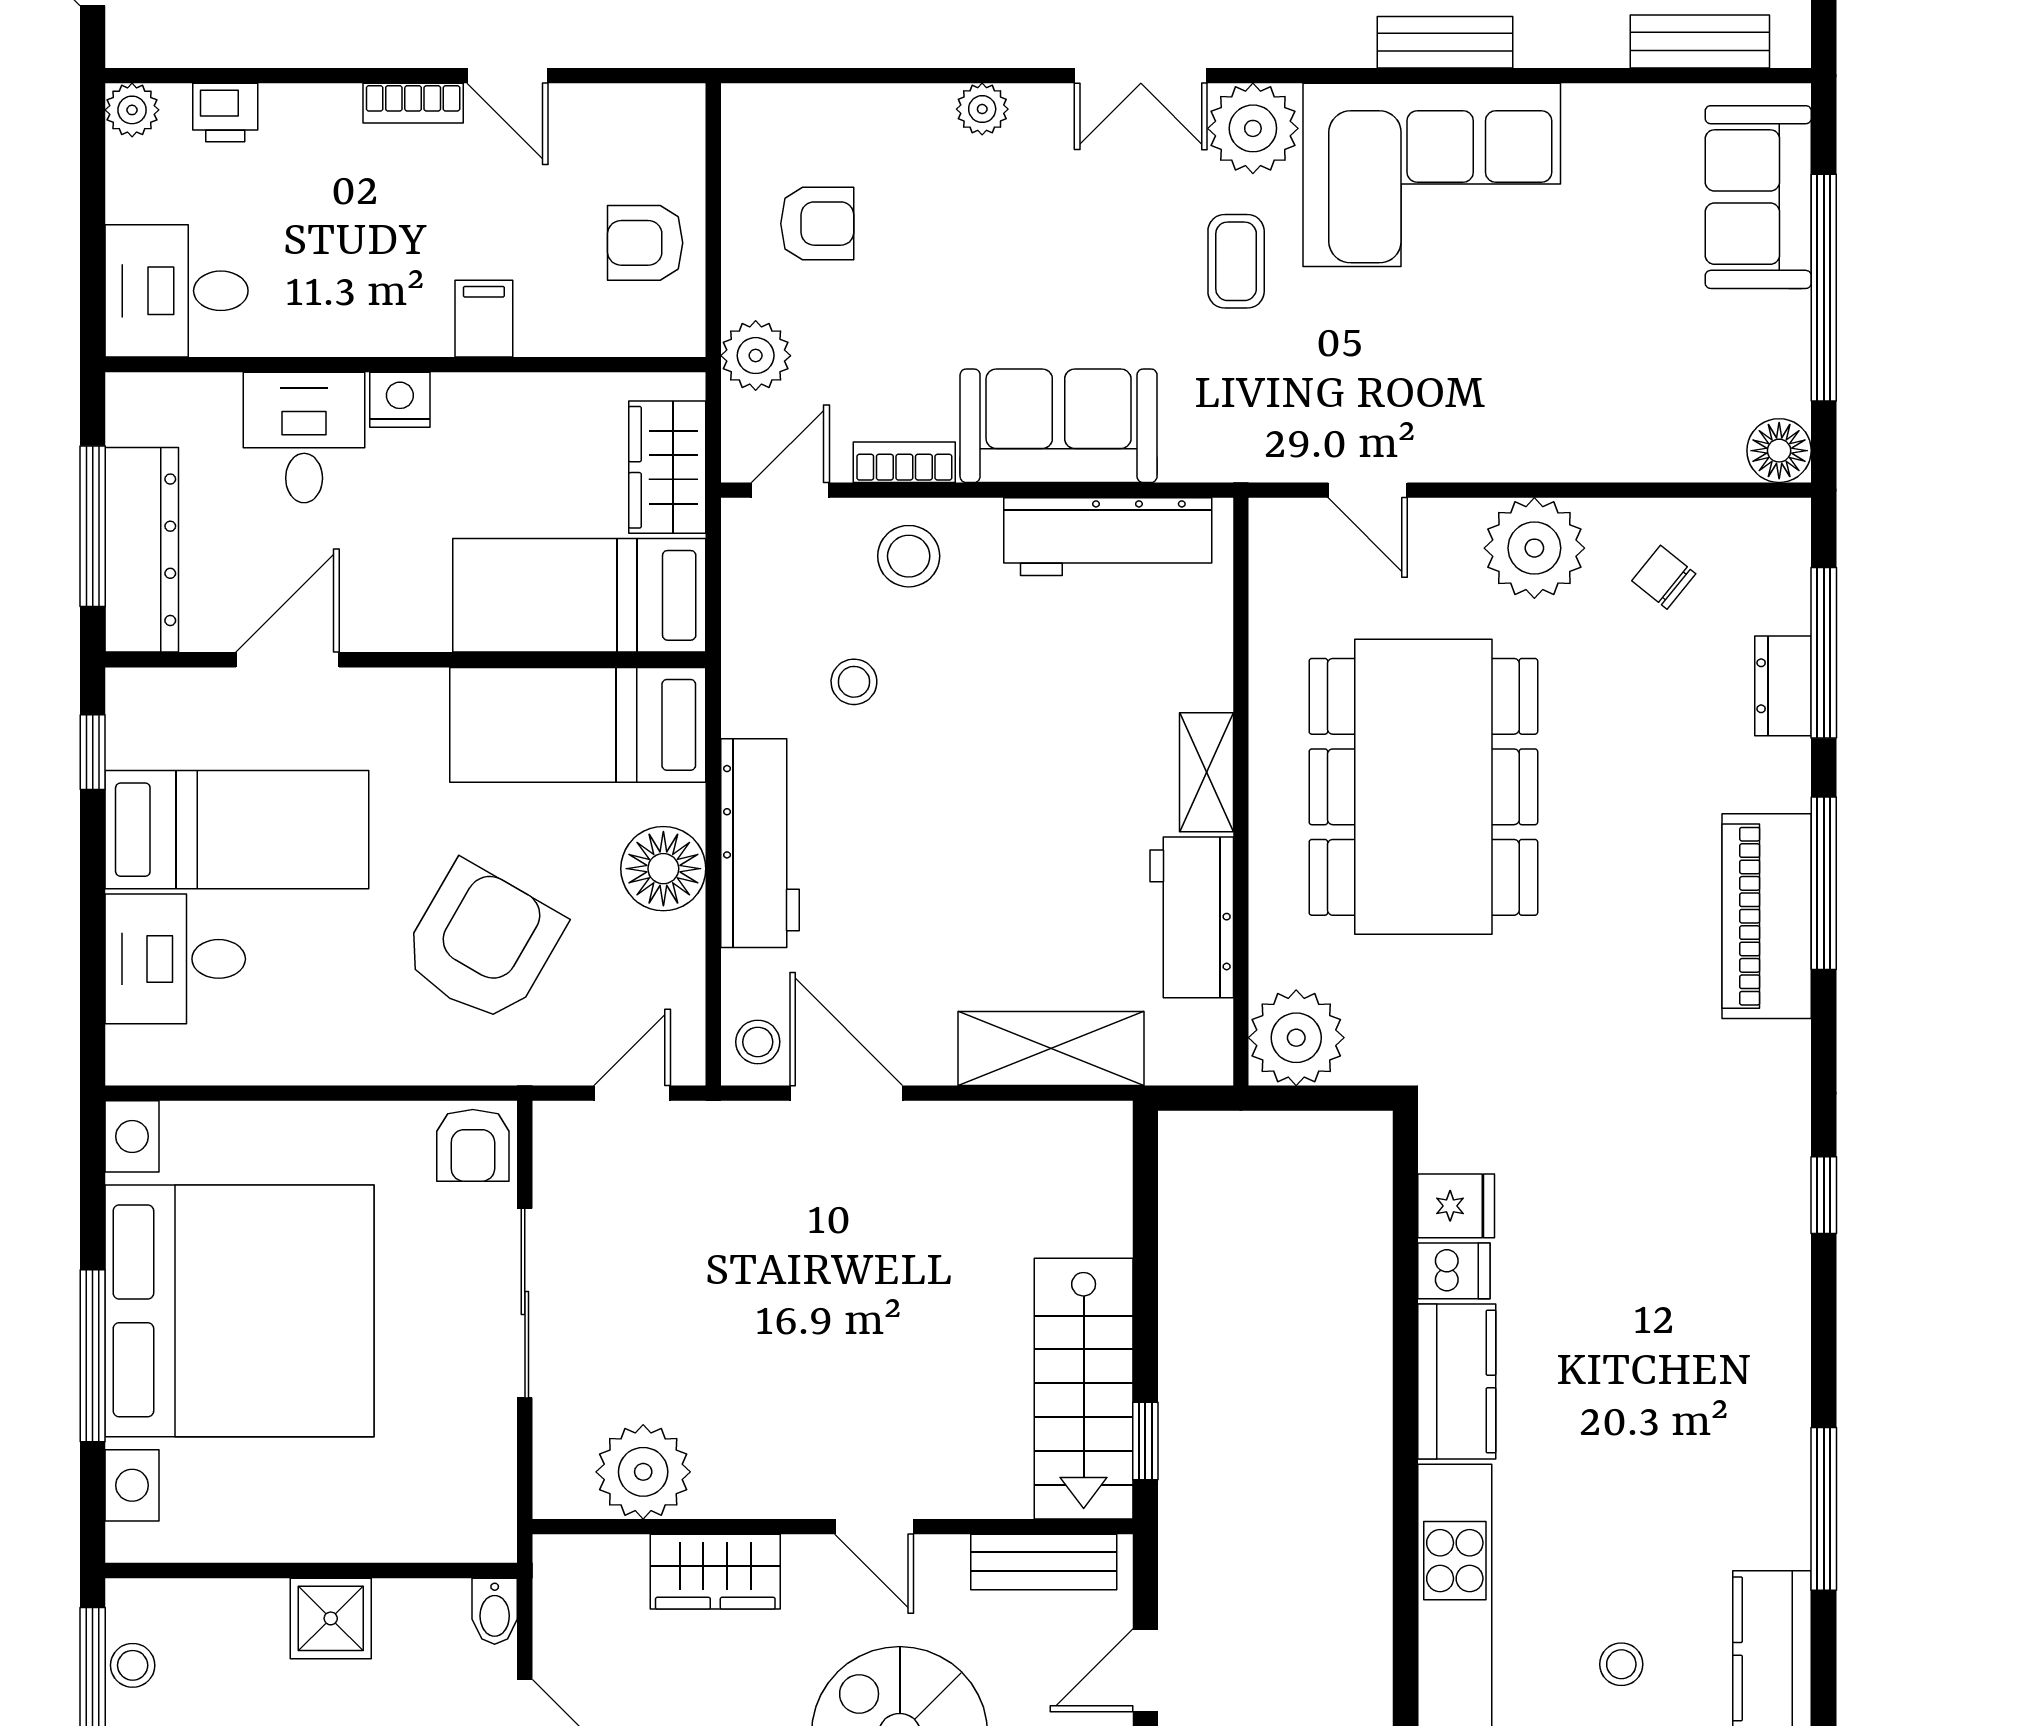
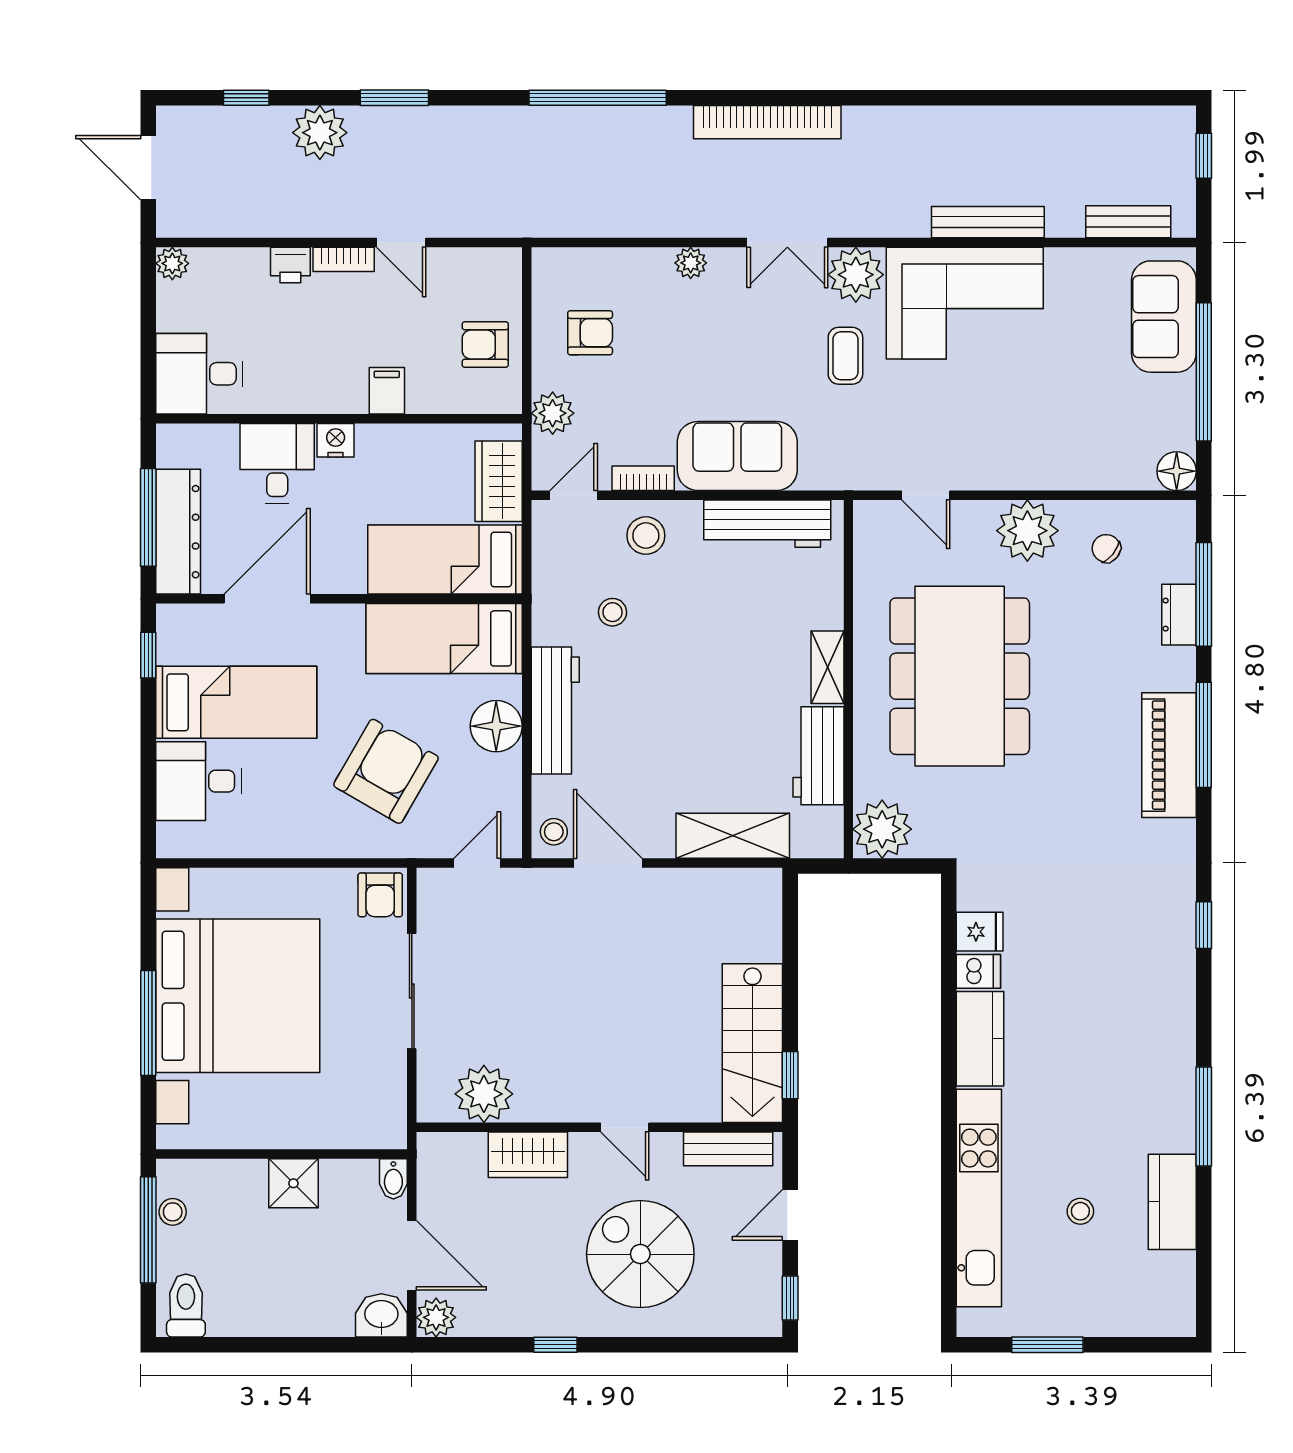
bench: (1445, 42) -> (988, 222), width x1.36
printer: (225, 113) -> (290, 265), moved
door: (288, 660) -> (267, 599), width x1.36

